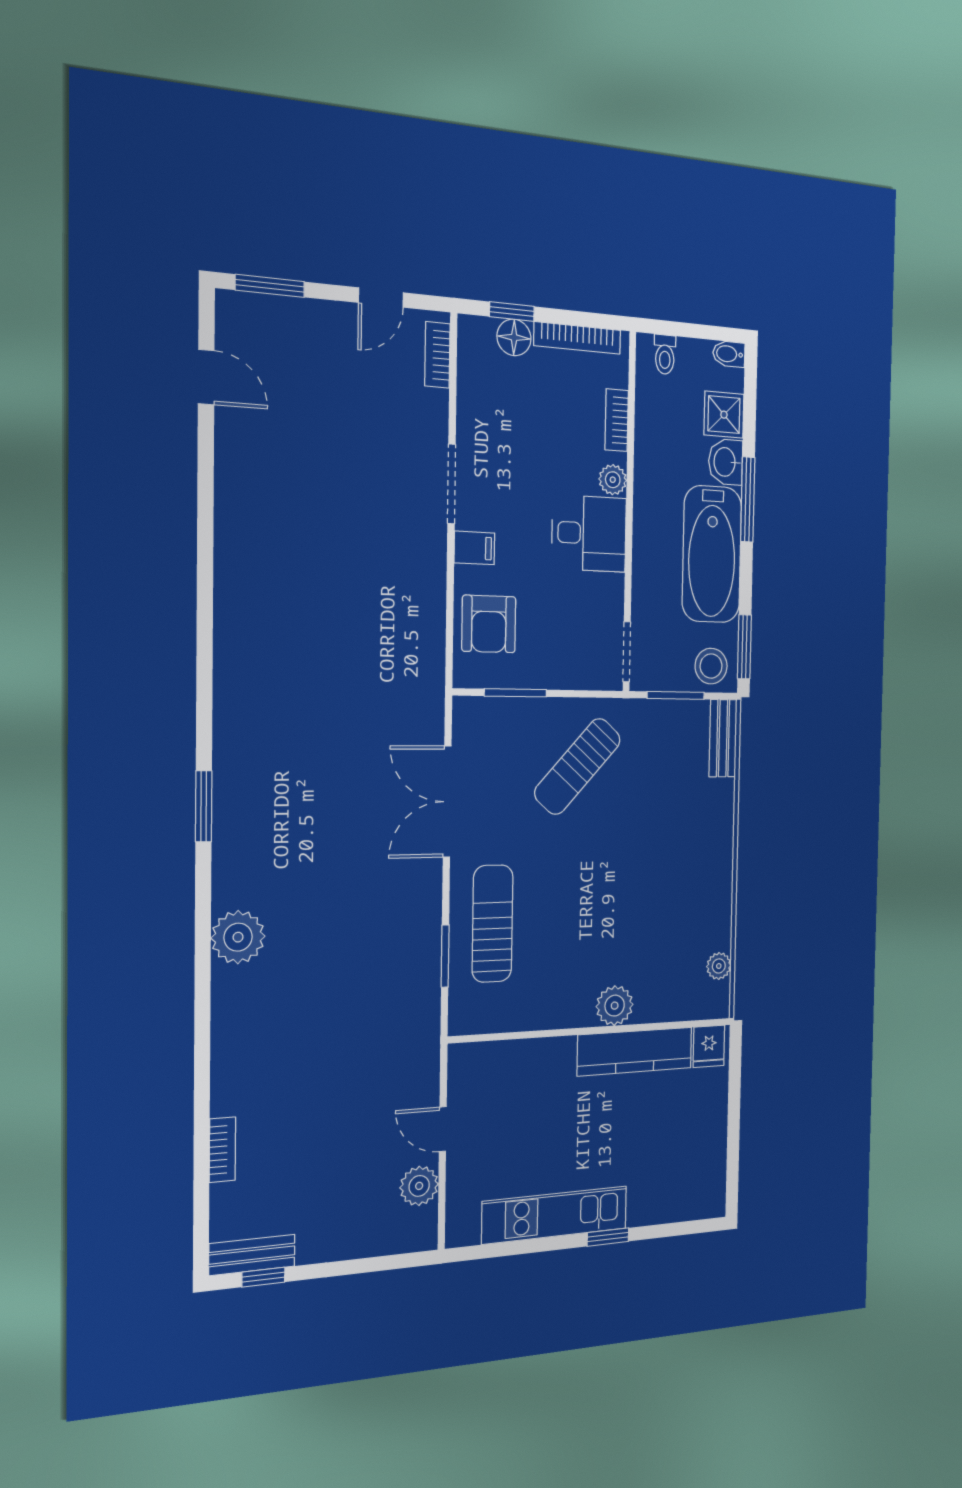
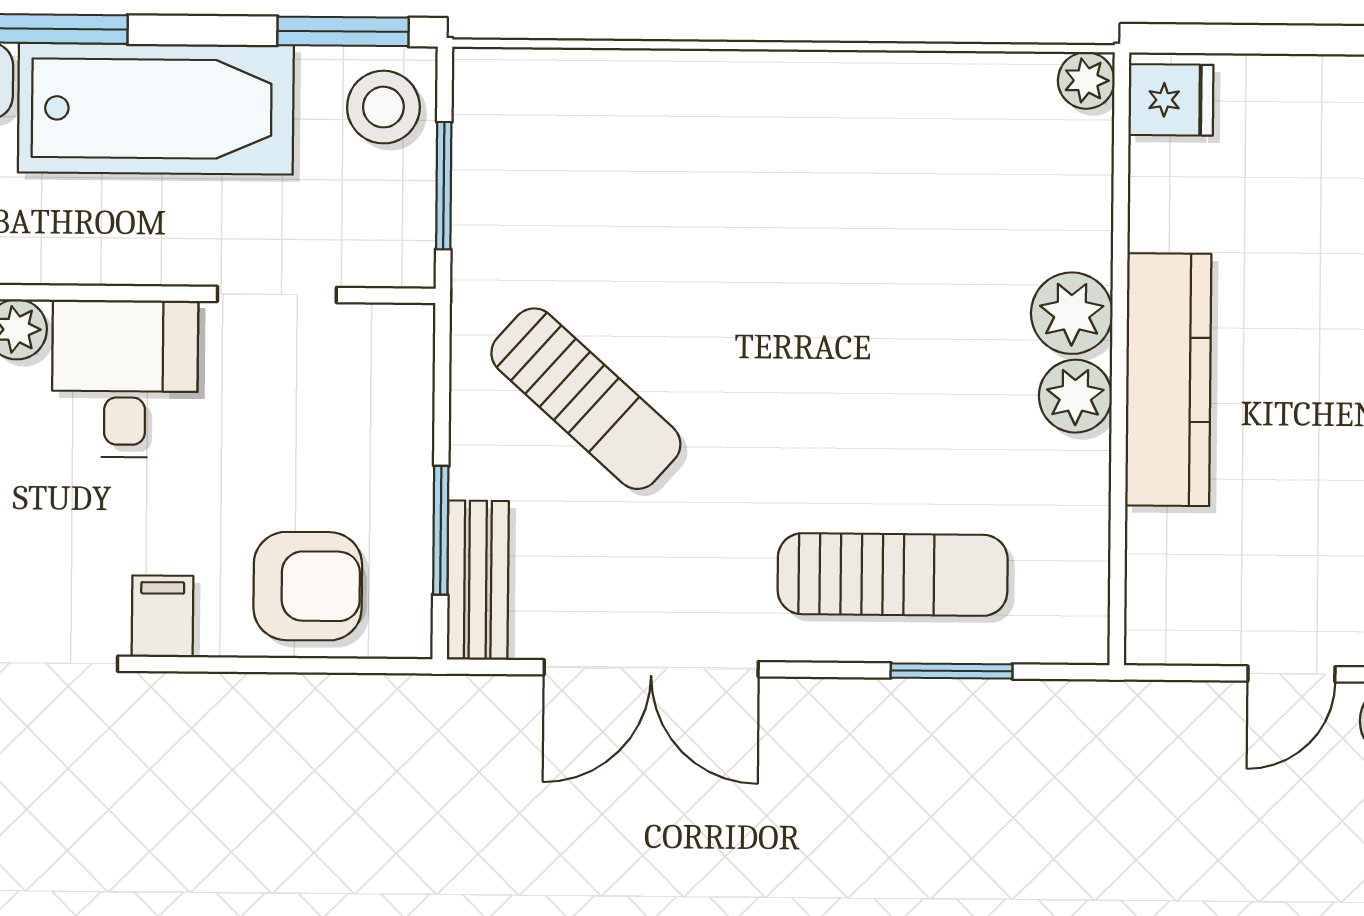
doorway: (627, 652) -> (277, 294), moved
bench: (723, 738) -> (478, 580), moved, turned 90
sun lounger: (493, 924) -> (893, 574), turned 180
plant: (719, 966) -> (1086, 80), moved
plant: (576, 1010) -> (1075, 396), added
kitchen counter: (635, 1052) -> (1168, 380), moved

